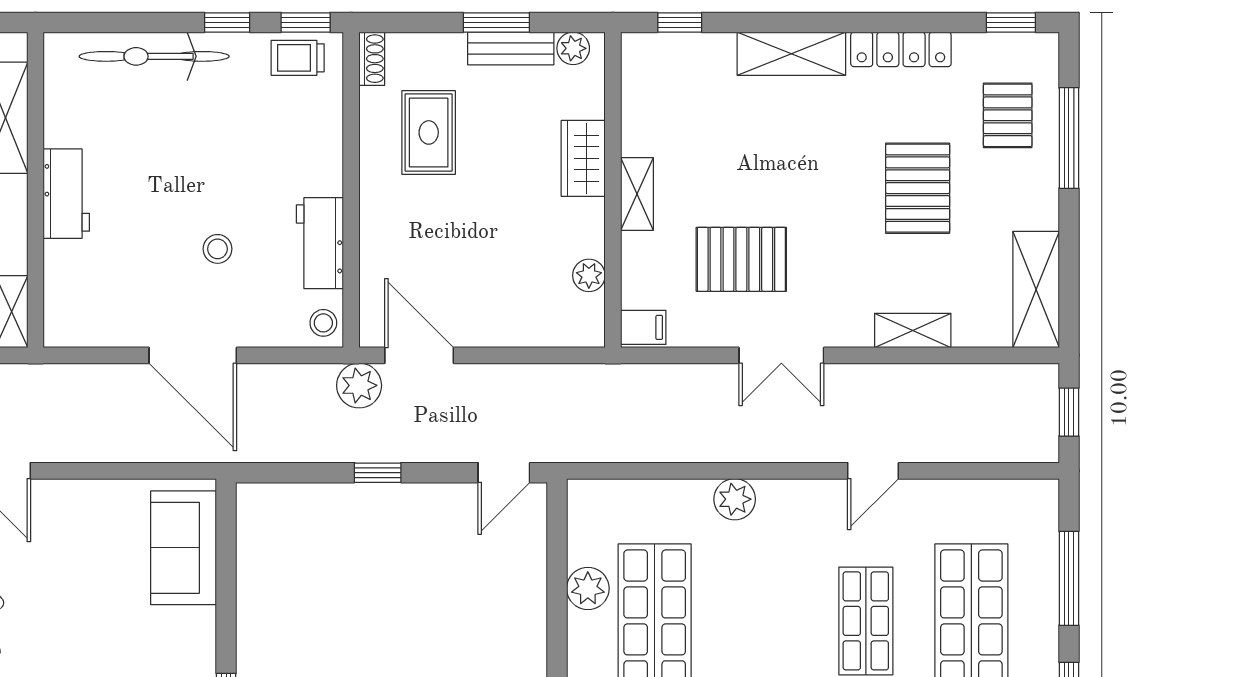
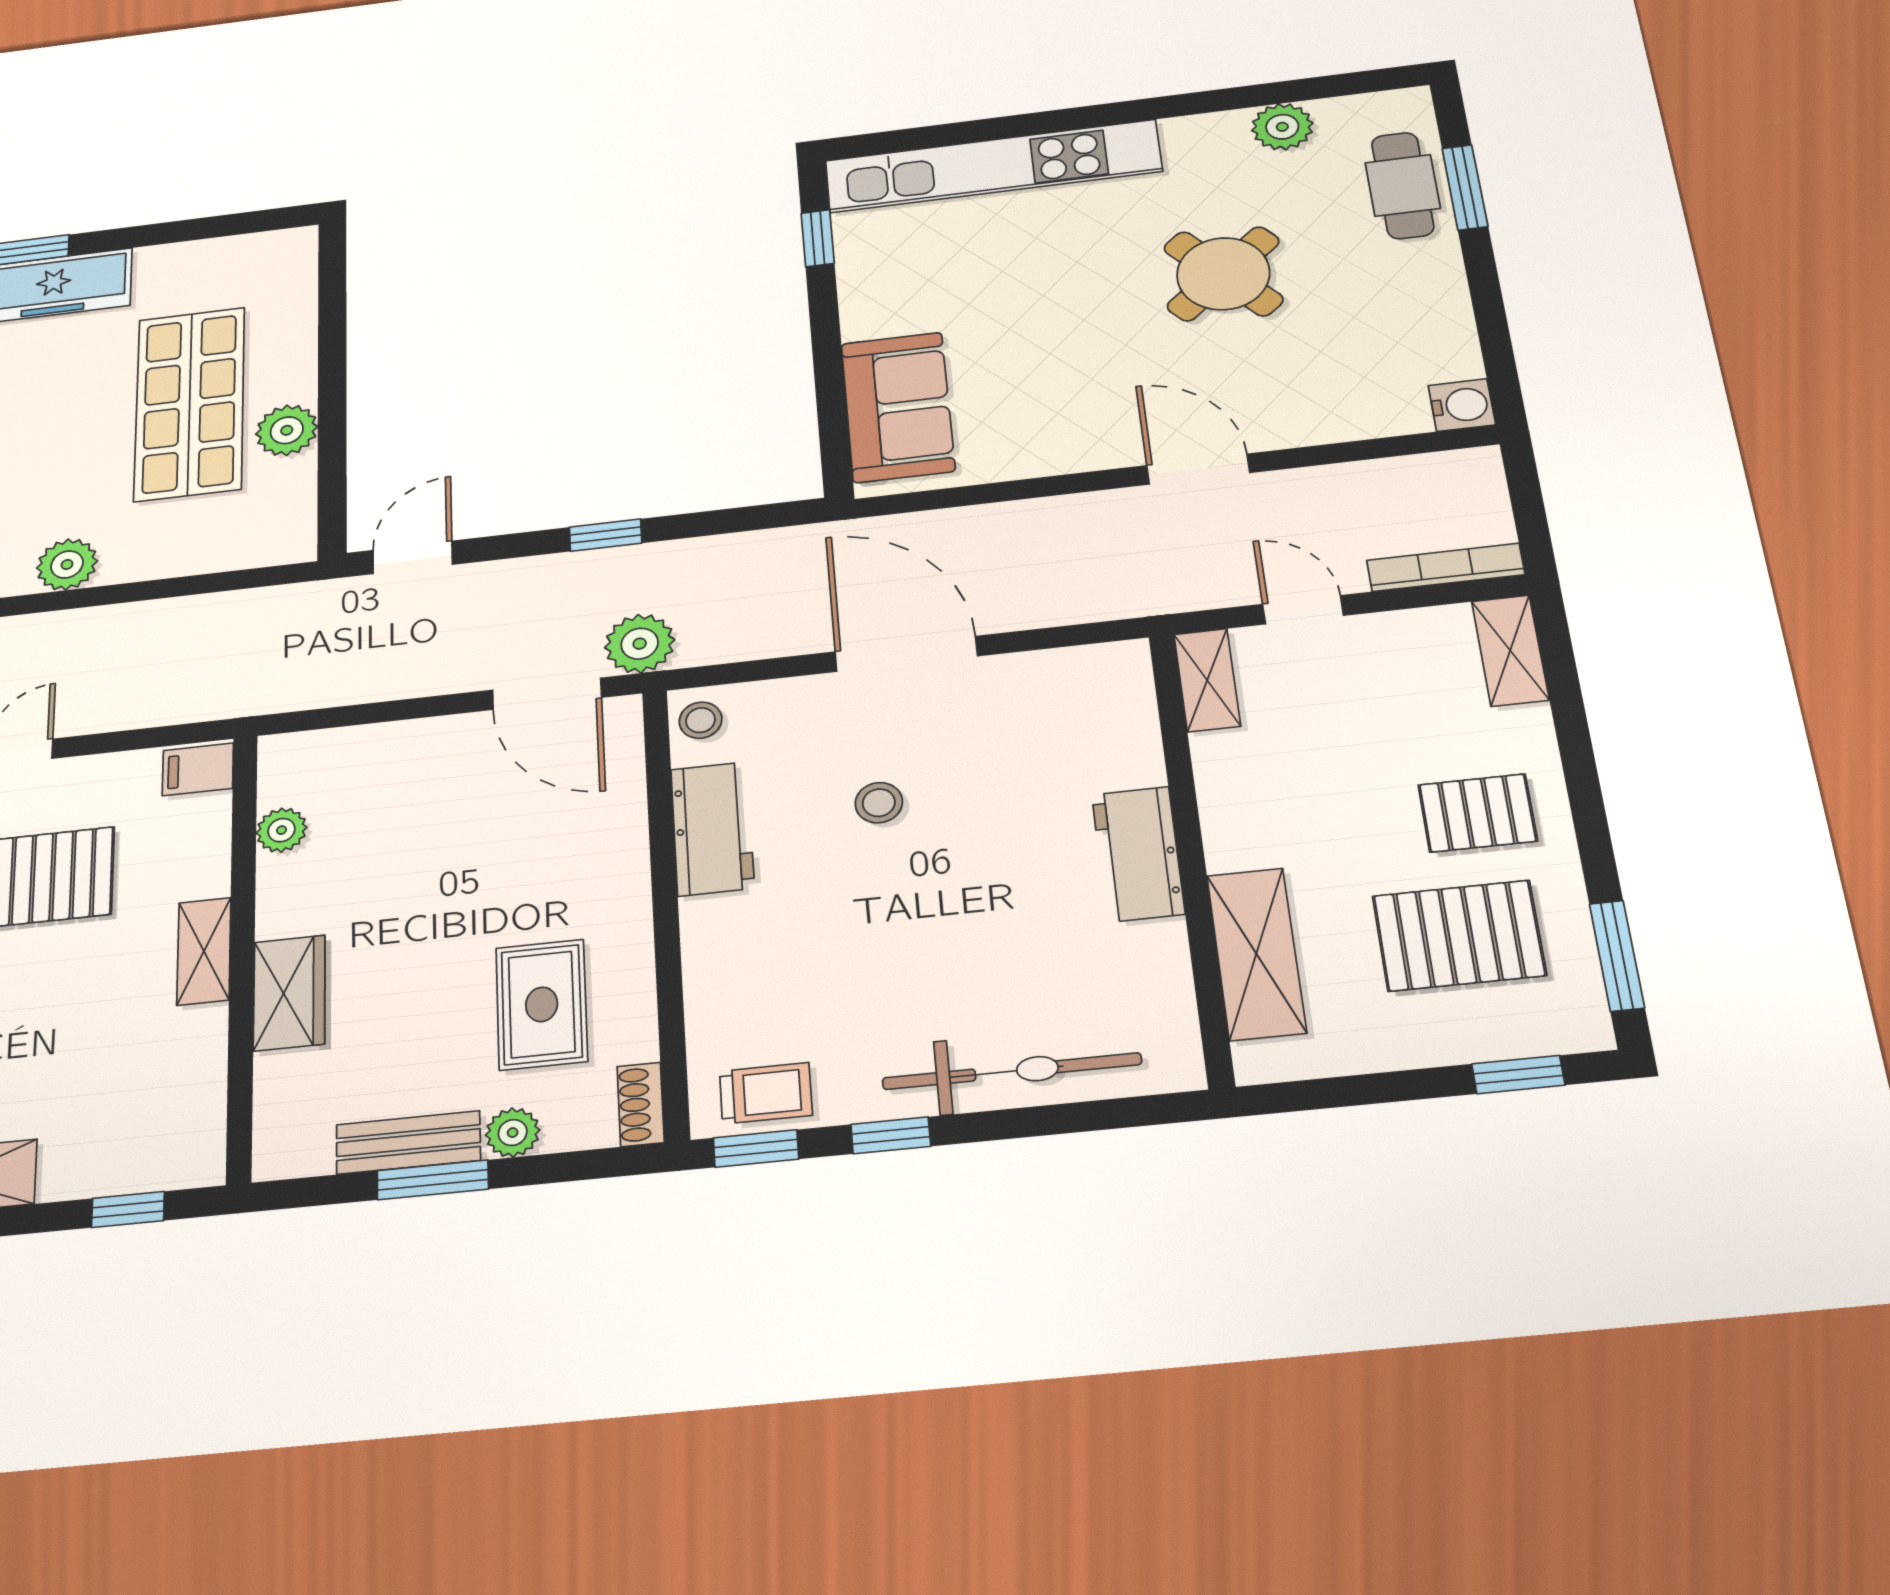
plant: (573, 48) -> (513, 1133), moved

